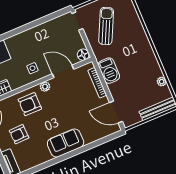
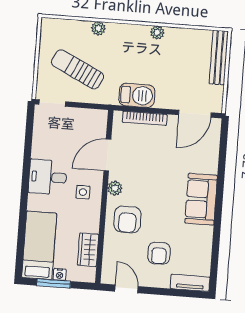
plant: (138, 26) -> (98, 28), added
desk: (31, 42) -> (48, 177), added
floor lamp: (83, 55) -> (99, 118), removed
plant: (162, 82) -> (157, 33), moved

